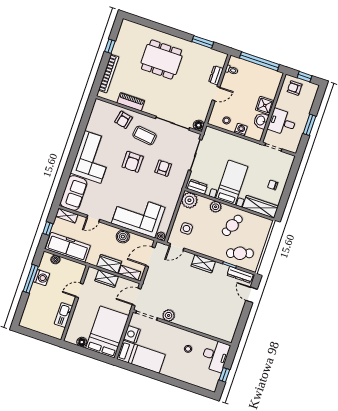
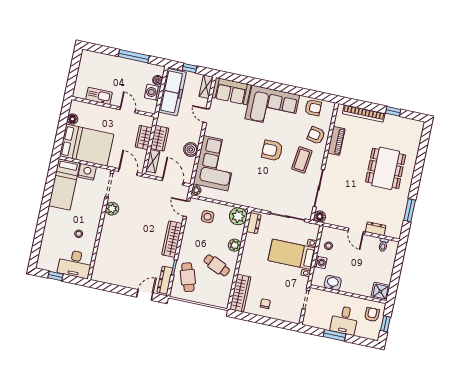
window: (259, 61) -> (396, 274), removed
shower: (265, 105) -> (380, 291), moved
desk: (282, 122) -> (344, 320), moved, turned 180
armchair: (163, 168) -> (313, 108), moved
bed with nightstands: (232, 182) -> (292, 254), moved, turned 180
wardrobe: (203, 264) -> (172, 239), width x1.50
washing machine: (41, 278) -> (153, 92), moved, turned 90

